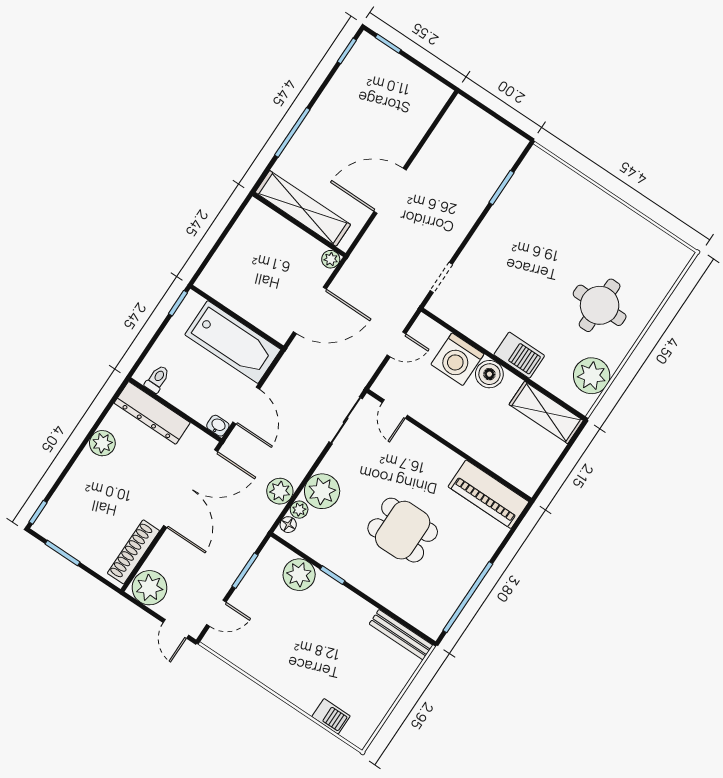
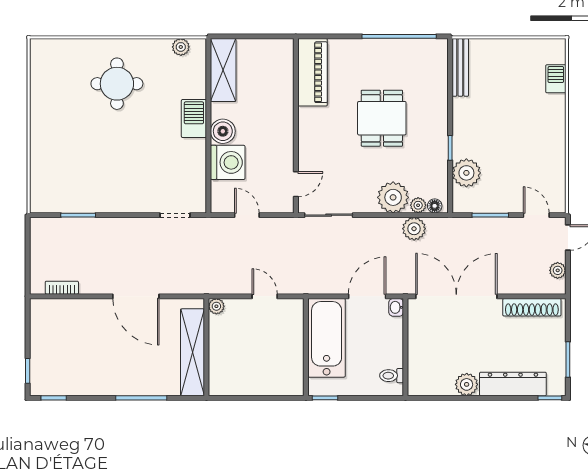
bookcase: (444, 127) -> (62, 288), added
door: (310, 310) -> (265, 296), width x0.53
plant: (592, 376) -> (181, 47), width x0.53, depth x0.53
dresser: (152, 413) -> (513, 384), moved, turned -90
plant: (149, 588) -> (558, 270), width x0.53, depth x0.53

